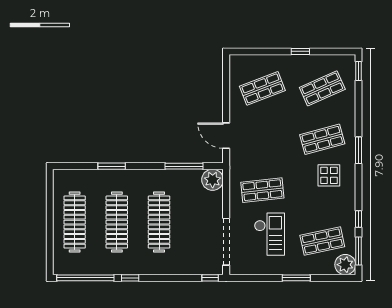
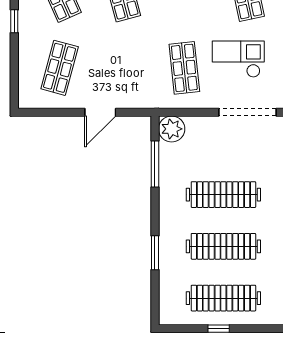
shop shelf: (262, 88) -> (60, 68), turned 36
door: (226, 136) -> (100, 112), moved
window: (50, 218) -> (219, 329), added

